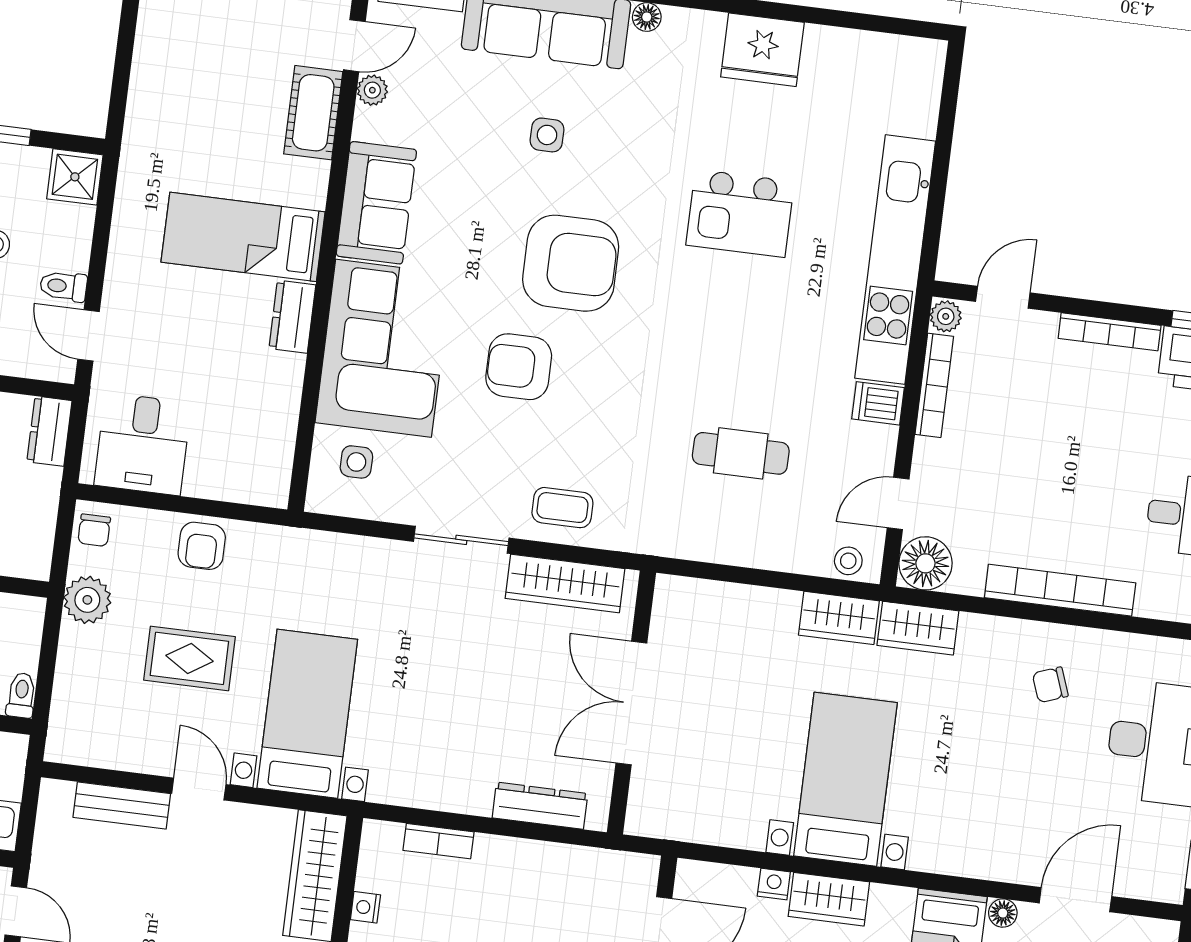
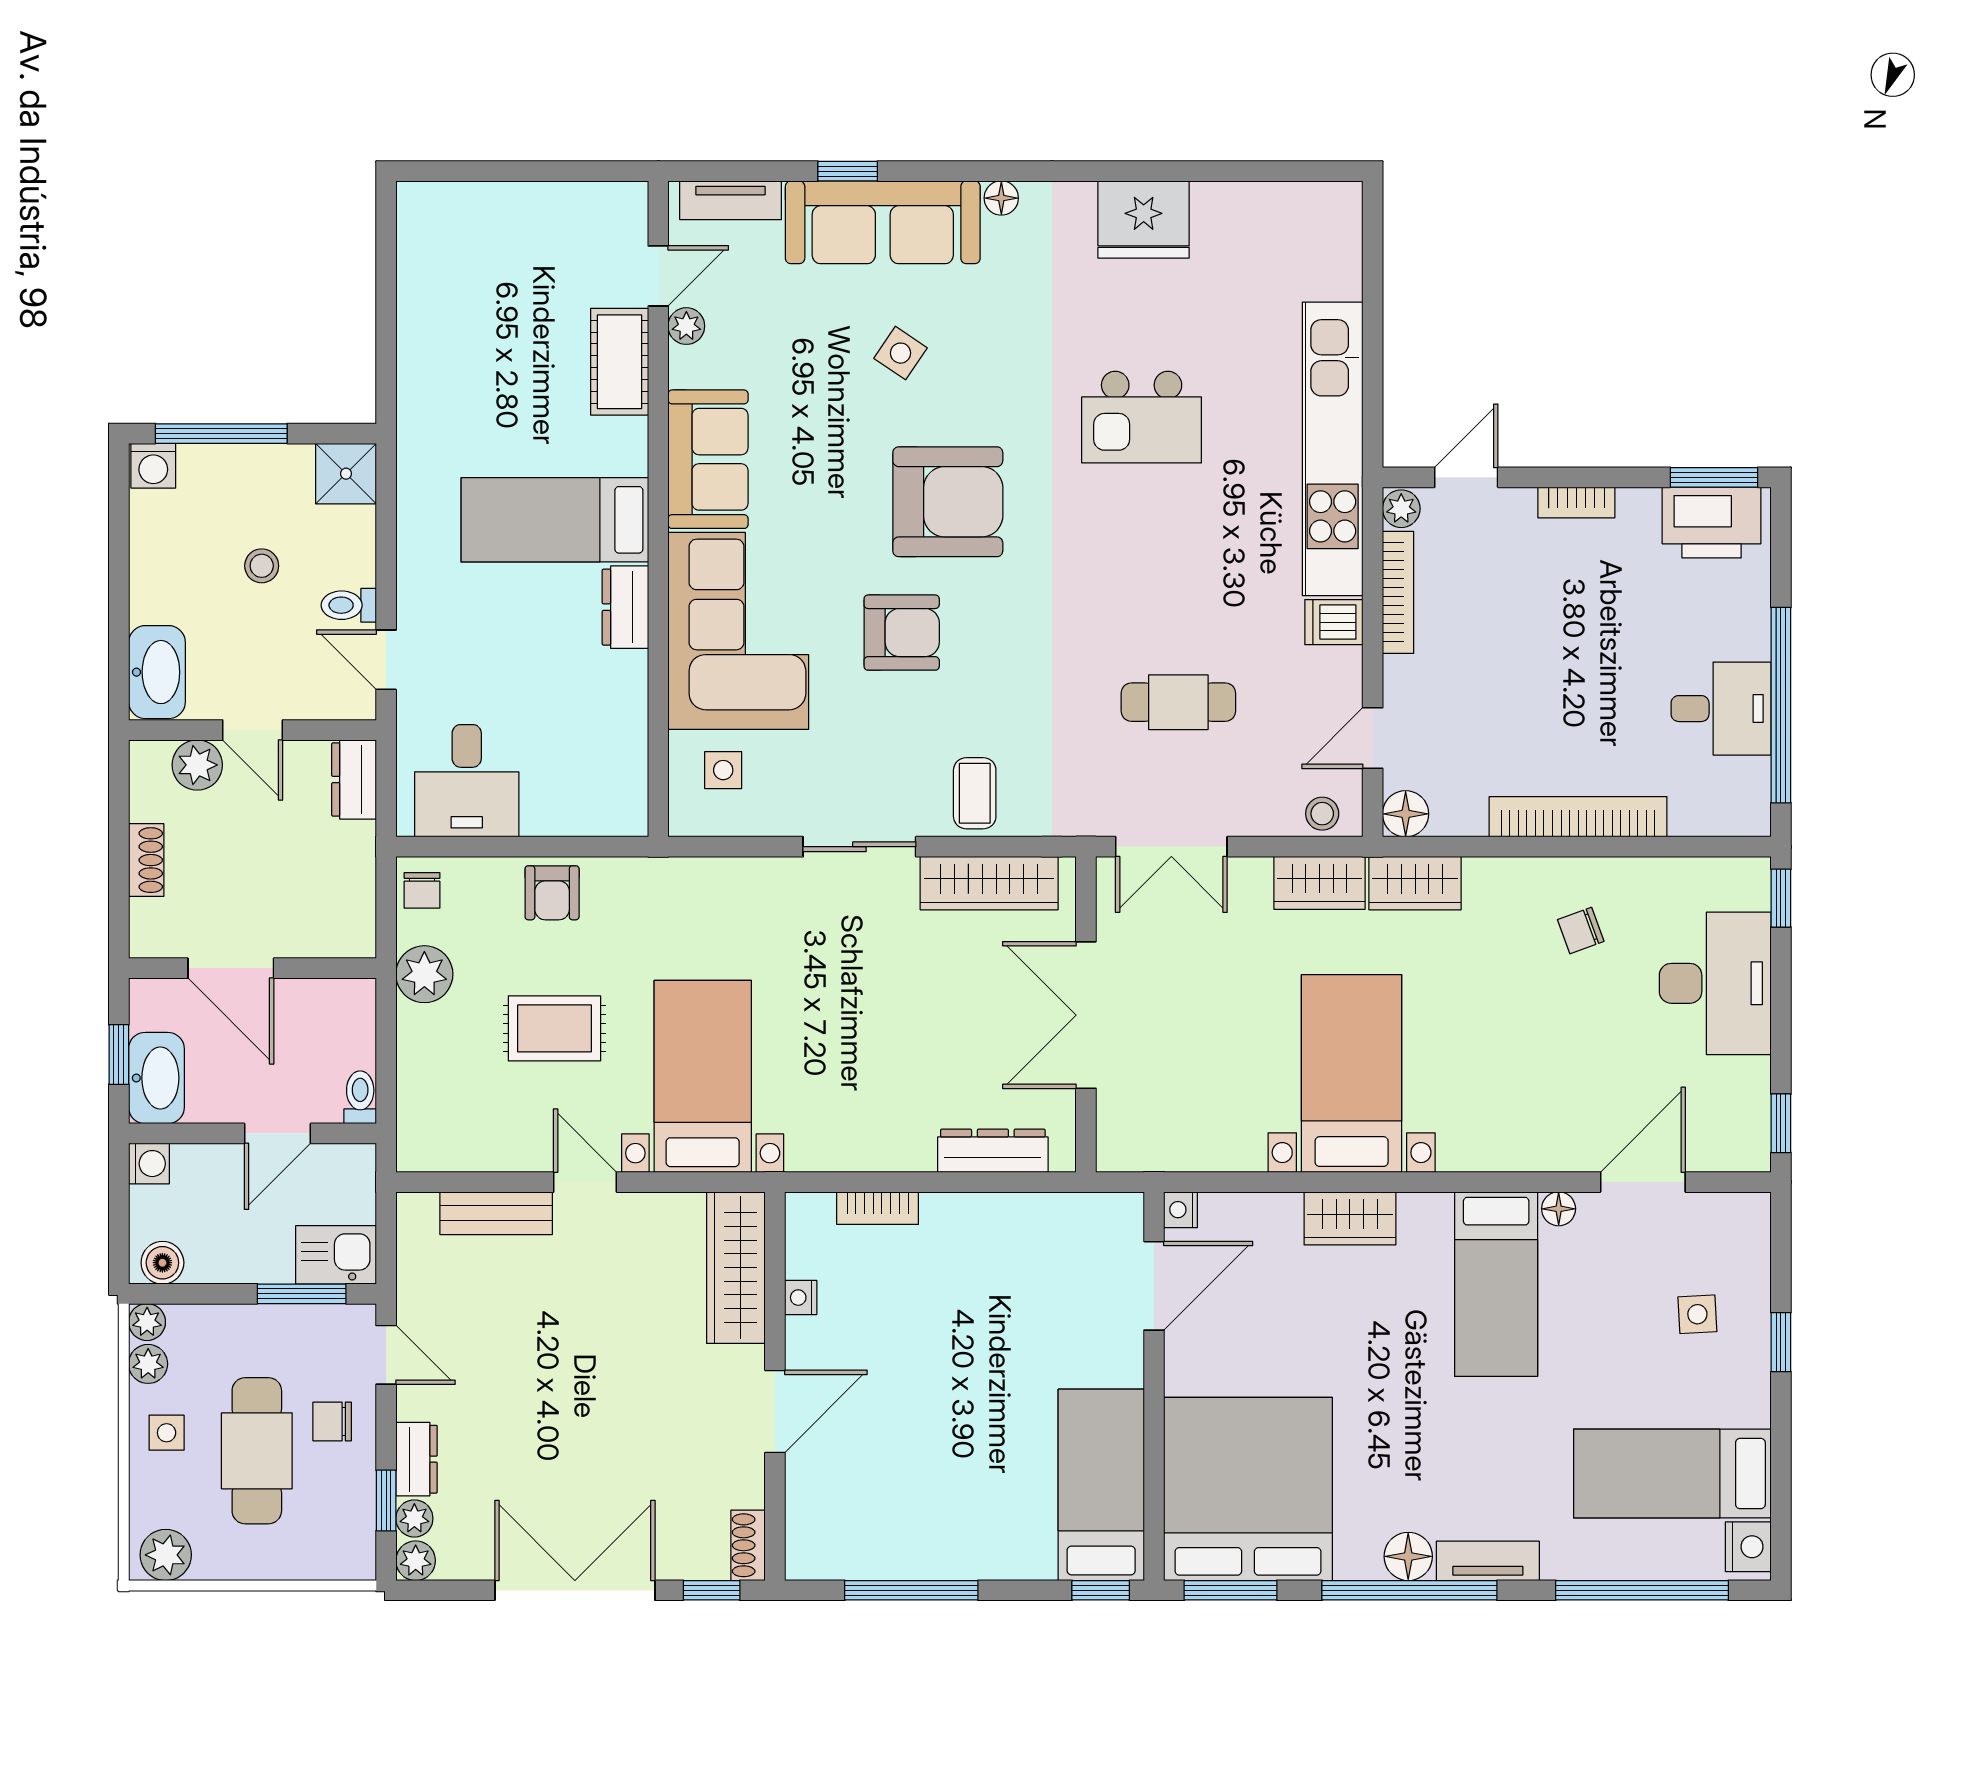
side table: (547, 135) -> (901, 353), turned 34
bookcase: (1110, 332) -> (1576, 502), width x0.64
armchair: (519, 367) -> (902, 633), turned 180
coffee table: (562, 508) -> (975, 793), turned 90
floor lamp: (925, 563) -> (1406, 814), width x0.73, depth x0.73
double door: (720, 572) -> (1171, 847), added
nightstand: (774, 884) -> (1181, 1210), moved, turned -90

